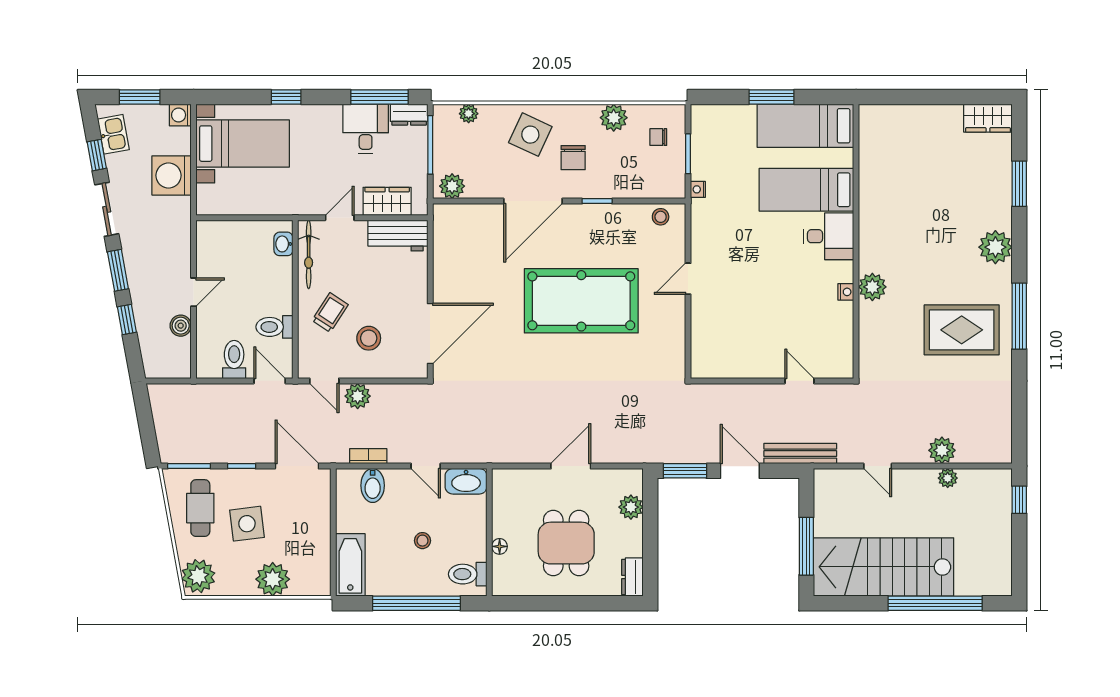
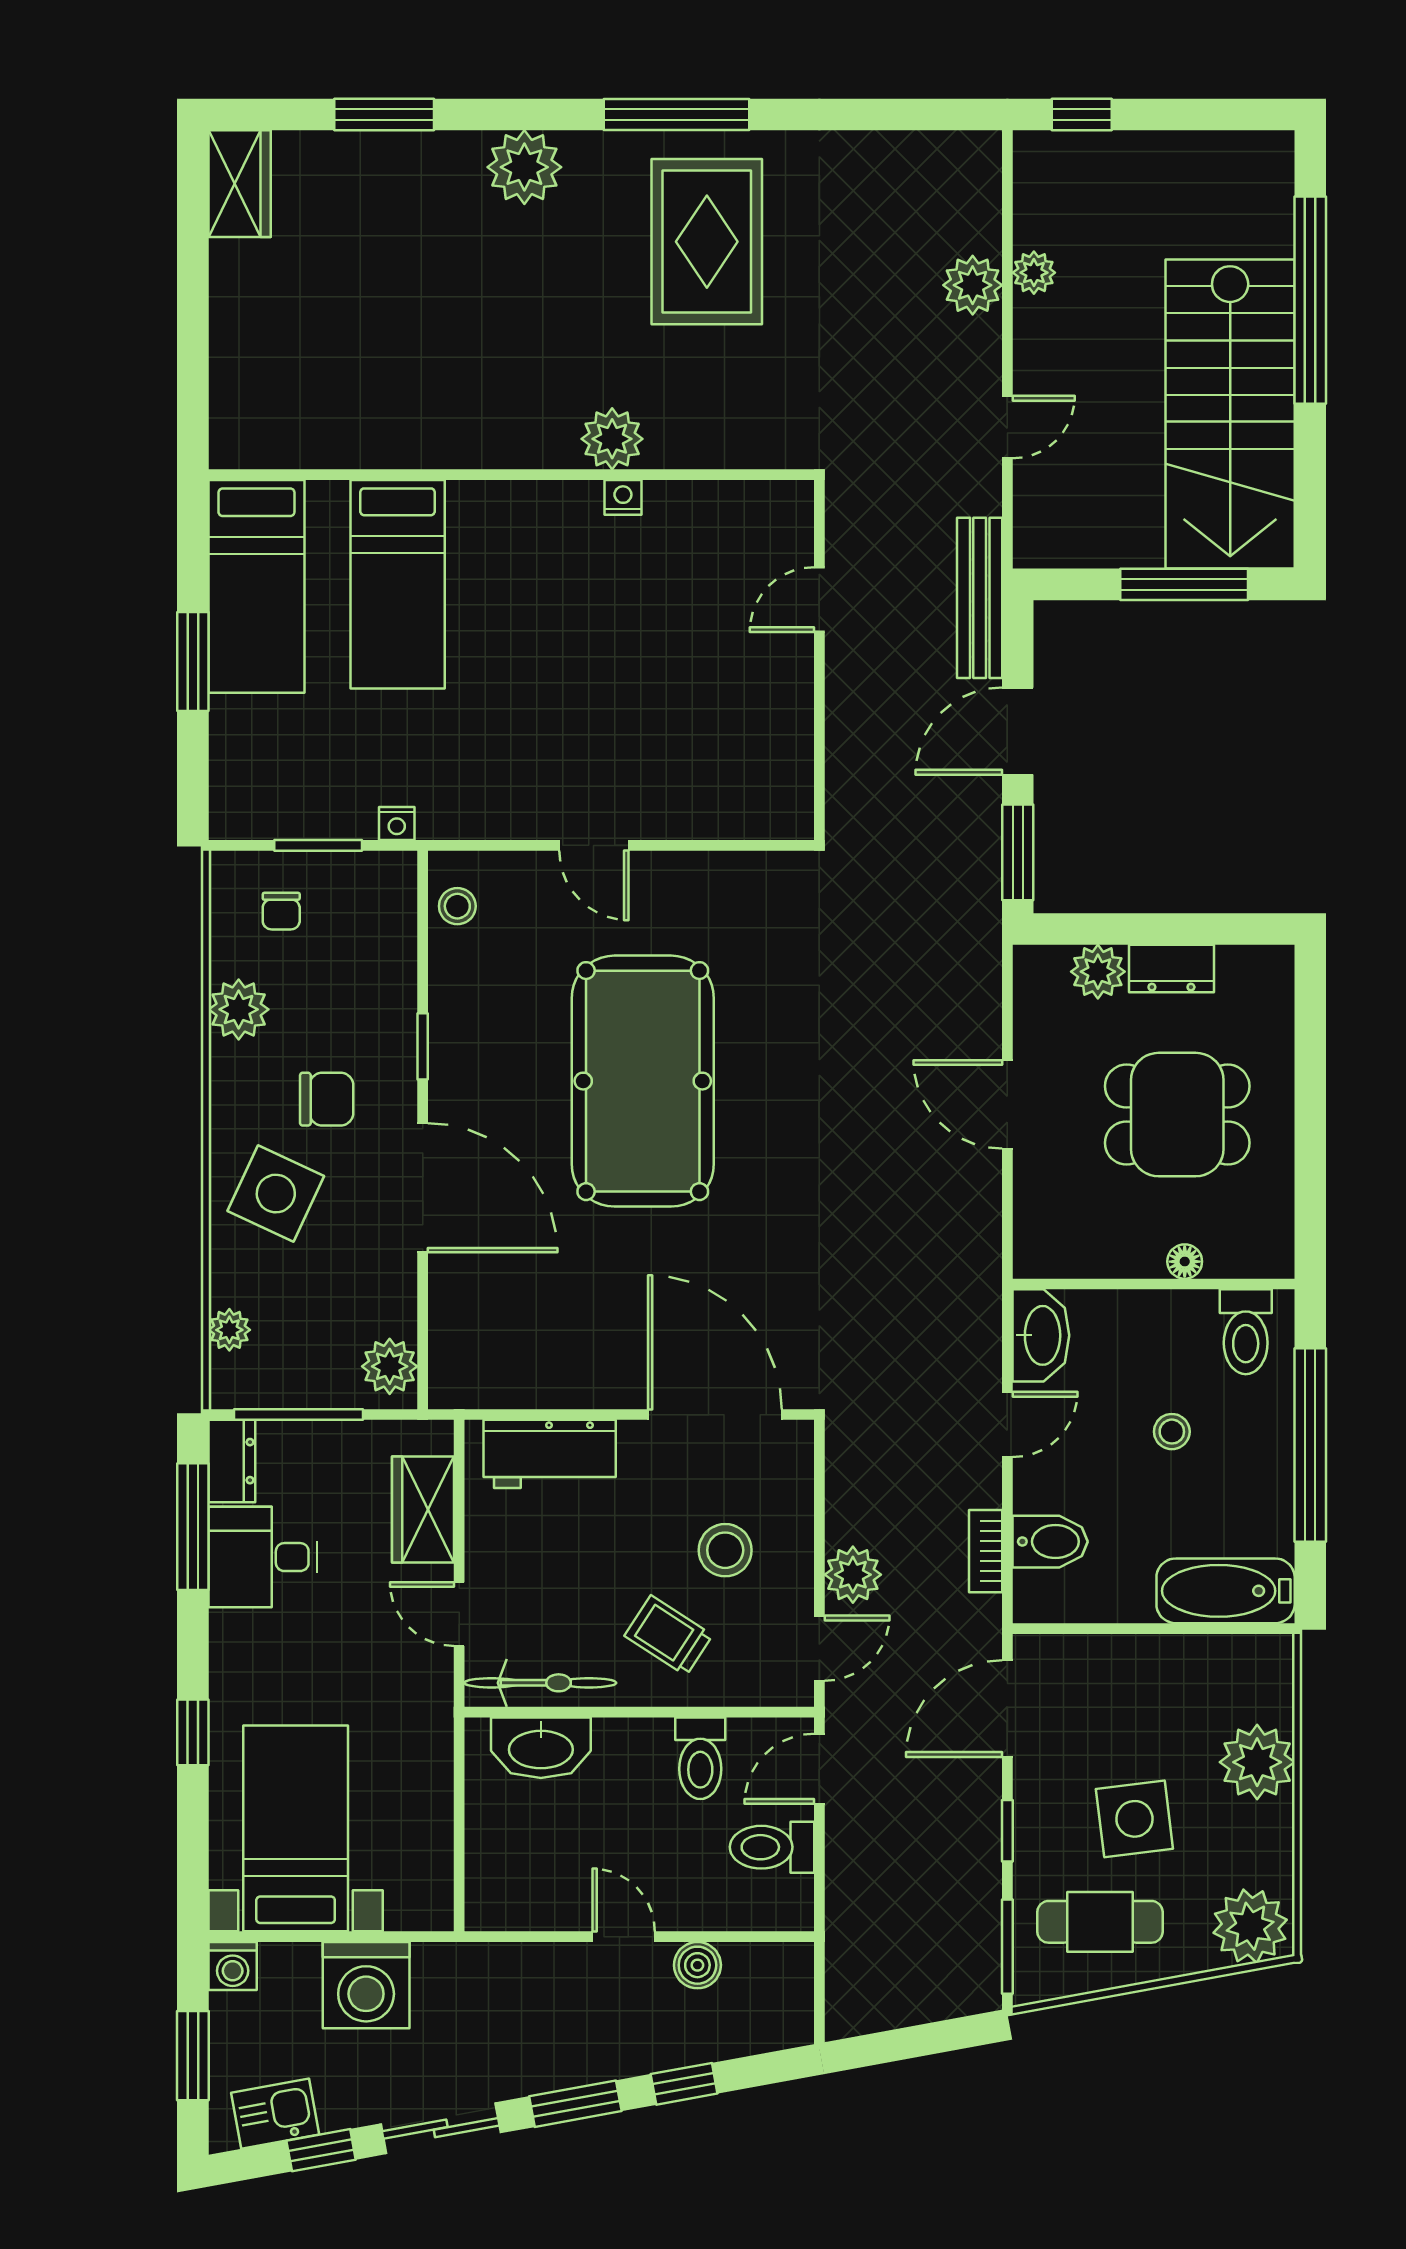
workbench: (398, 235) -> (550, 1454), moved, turned 90
desk: (829, 236) -> (500, 535), removed
washbasin: (283, 244) -> (541, 1748), width x1.91, depth x1.45
dresser: (632, 577) -> (1171, 968), moved

